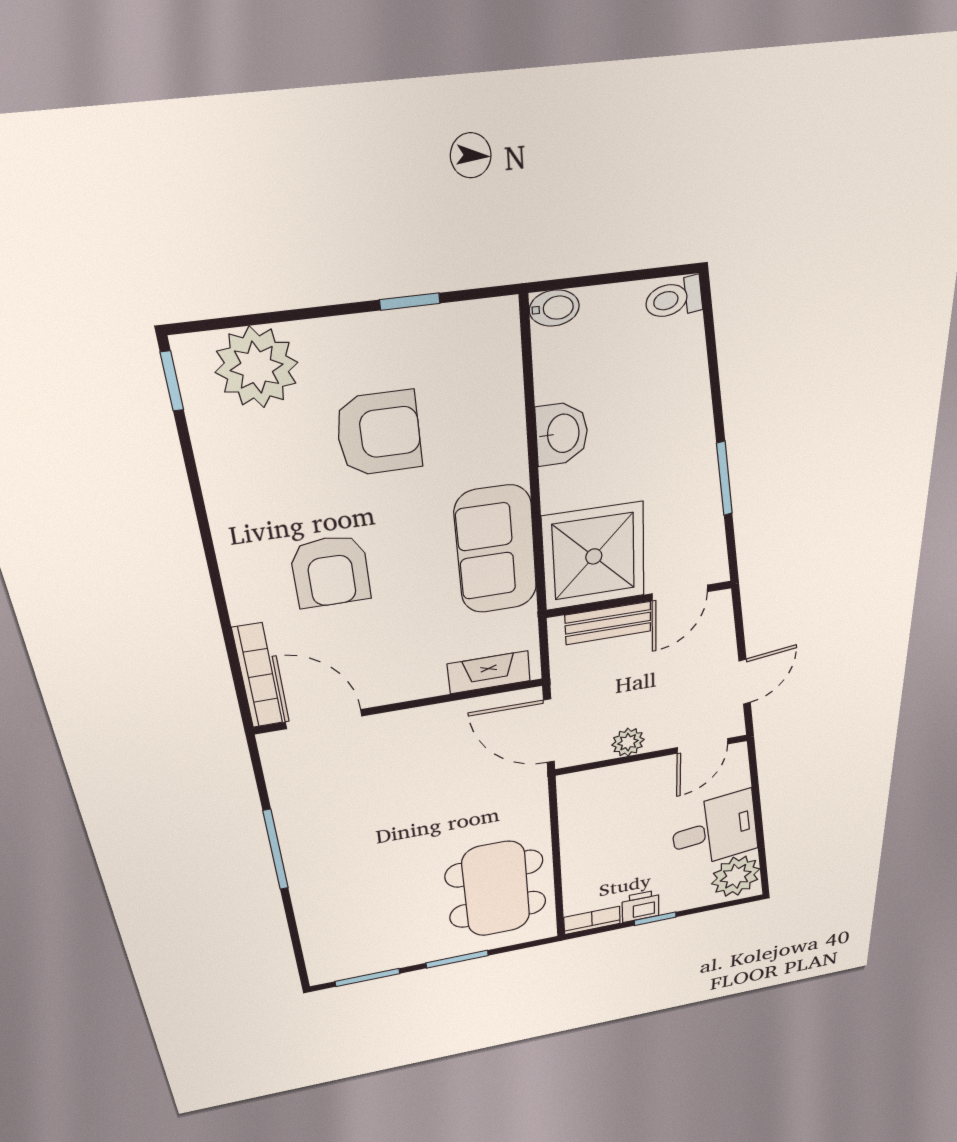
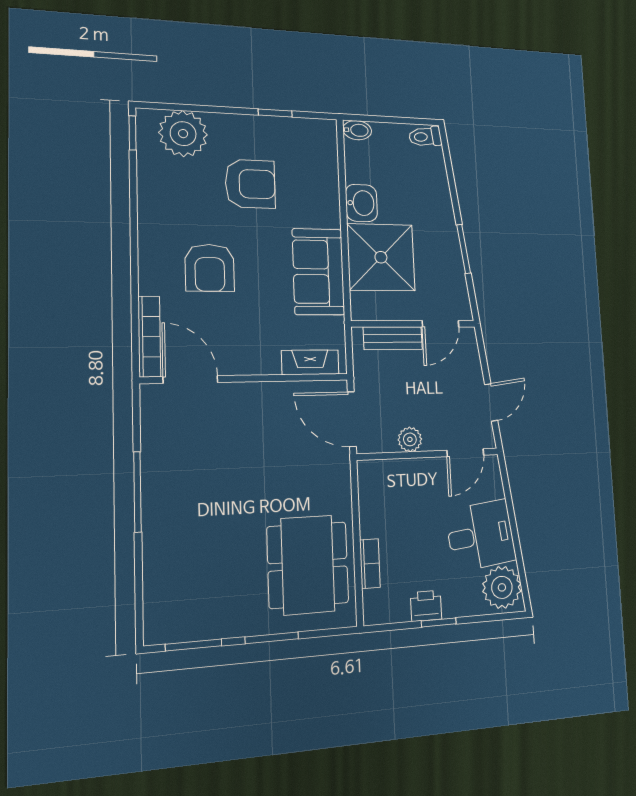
shower: (594, 556) -> (381, 257), moved
bookcase: (592, 920) -> (370, 564), moved, turned 90

